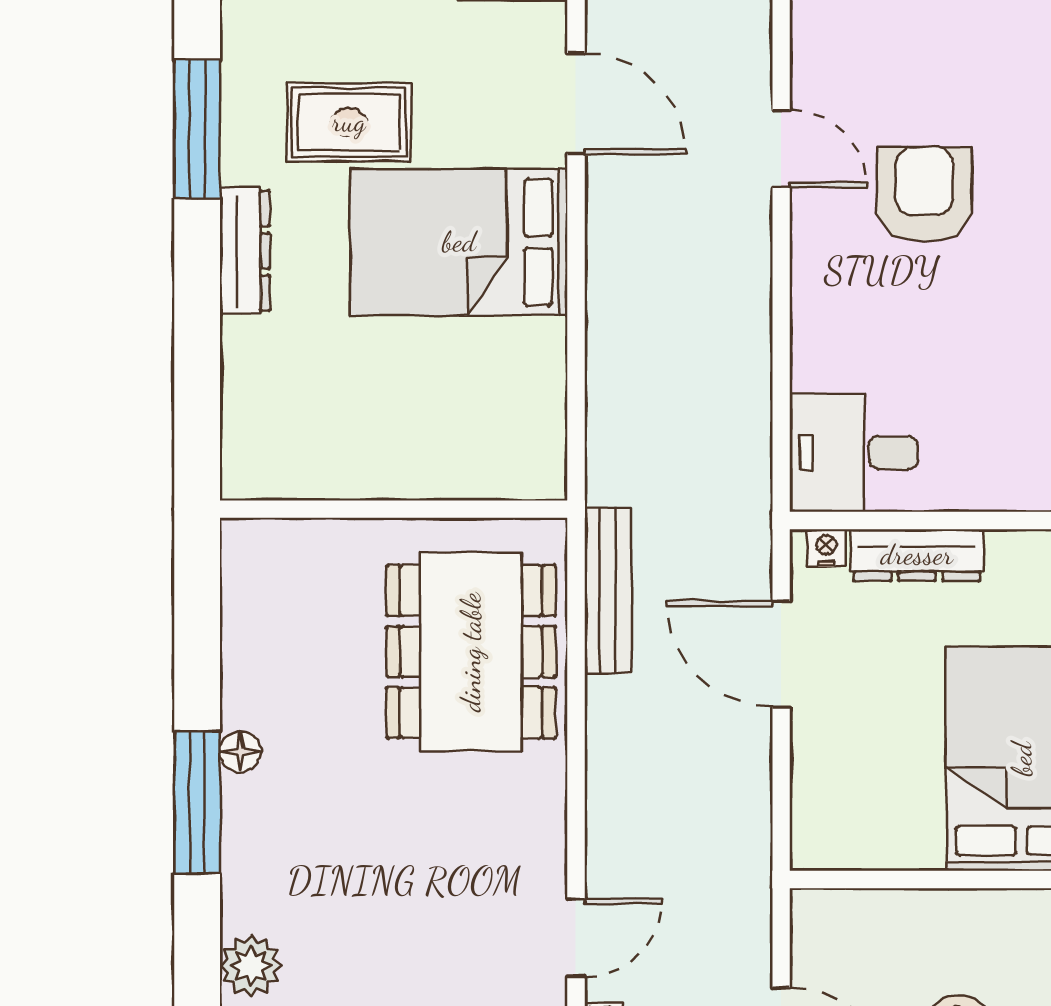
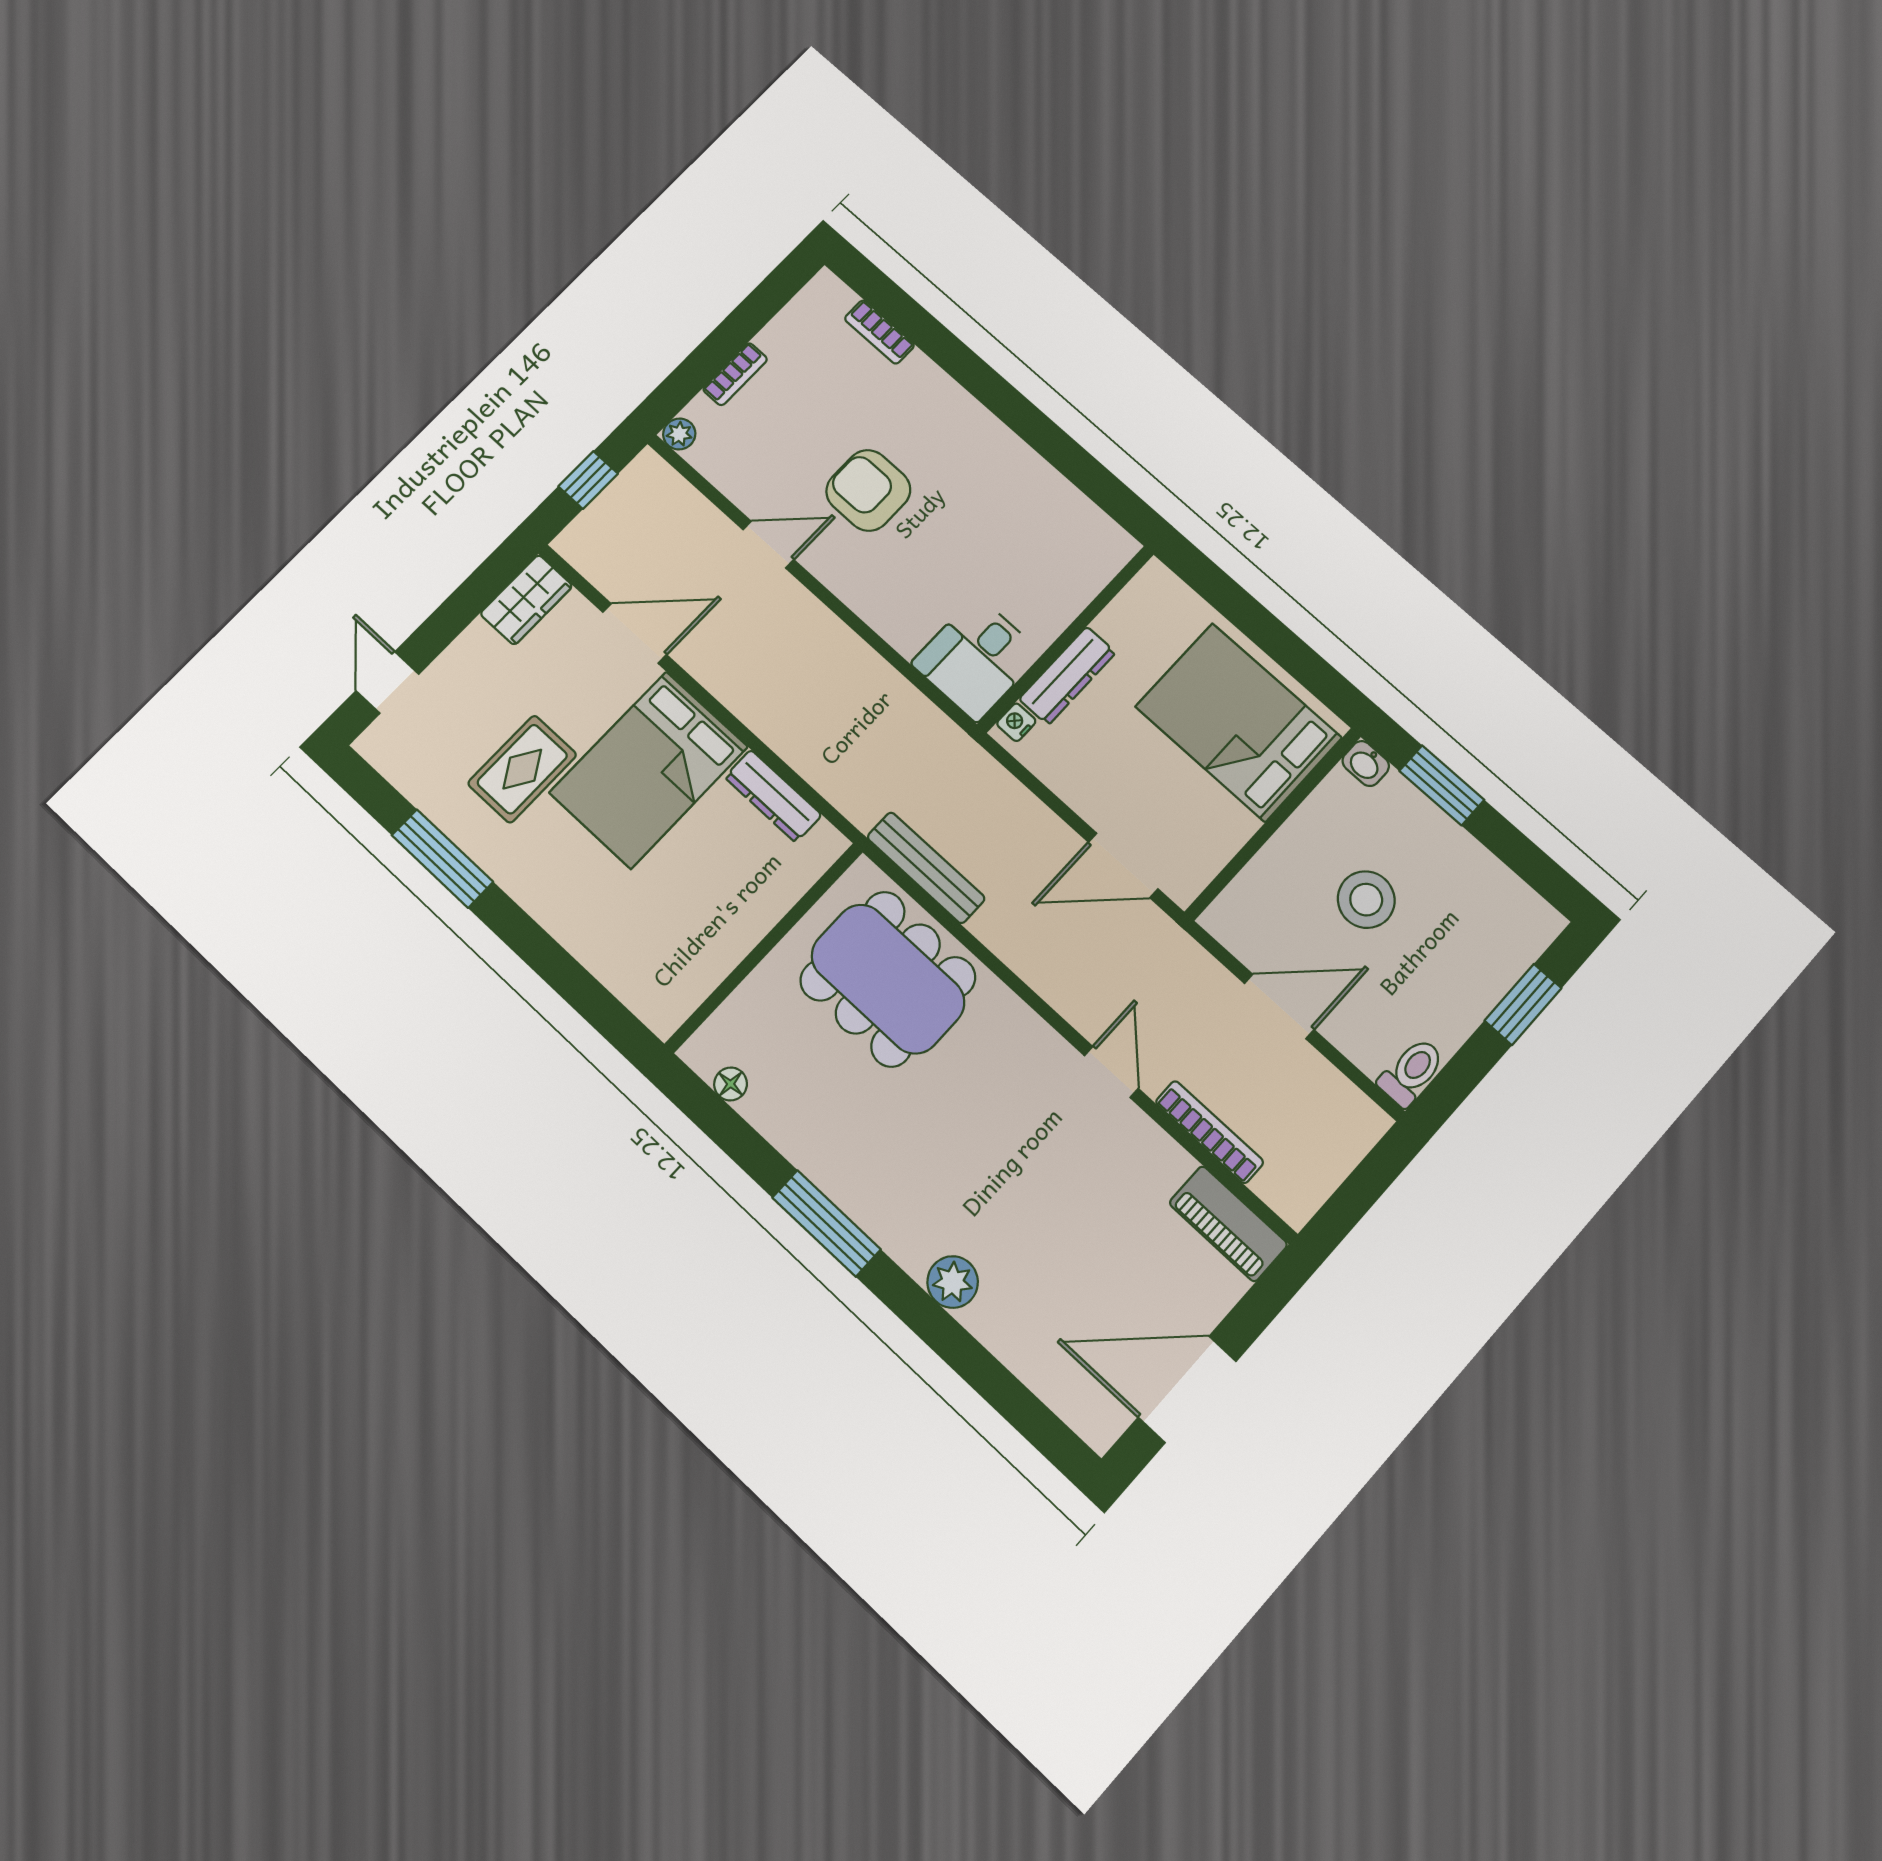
dresser: (245, 251) -> (773, 796), moved, turned 180
door: (781, 654) -> (1123, 865), moved
floor lamp: (240, 751) -> (731, 1084), moved

